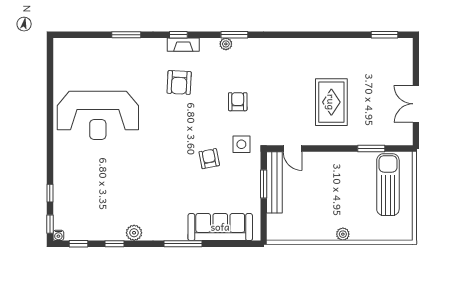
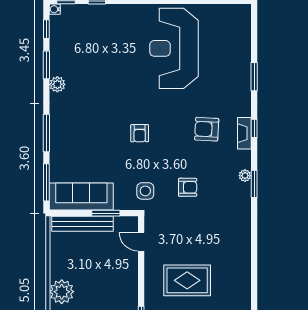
door: (292, 148) -> (141, 242), hinge flipped
armchair: (209, 159) -> (140, 133), moved, turned 101
bench: (274, 182) -> (82, 224), moved
sofa: (220, 227) -> (81, 197), moved, turned -90
plant: (343, 234) -> (62, 292), width x1.87, depth x1.87
window: (114, 244) -> (46, 65), width x1.50
window: (233, 244) -> (46, 182), added

